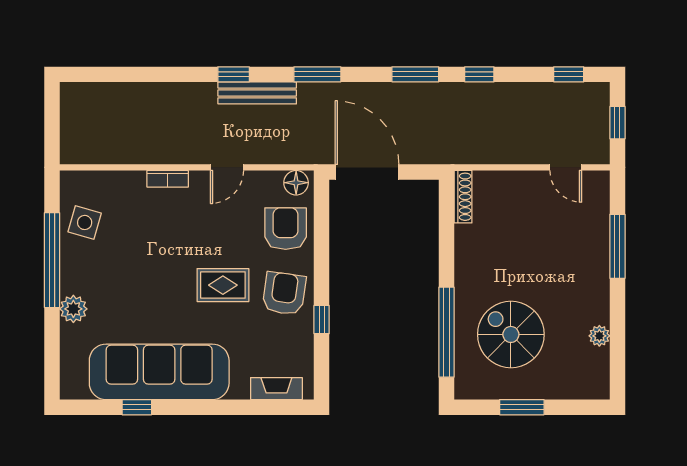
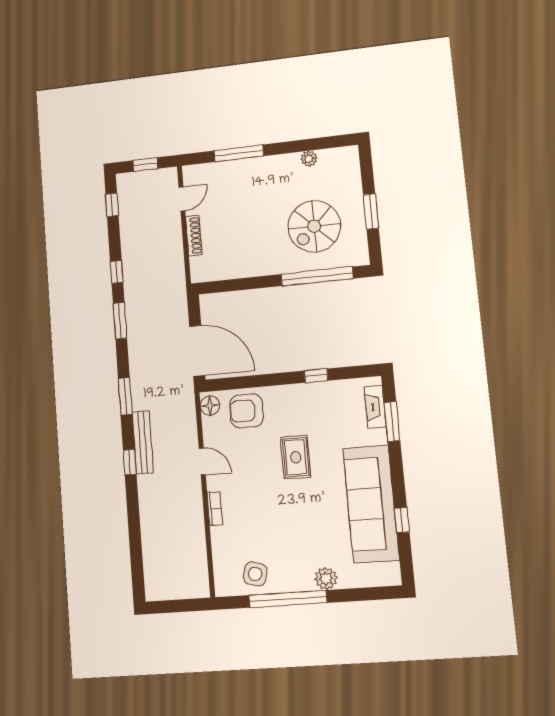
door: (367, 172) -> (197, 351), swing flipped
shoe rack: (463, 197) -> (194, 236), moved, turned 90
armchair: (284, 293) -> (298, 407), removed
window: (257, 407) -> (392, 422), added

